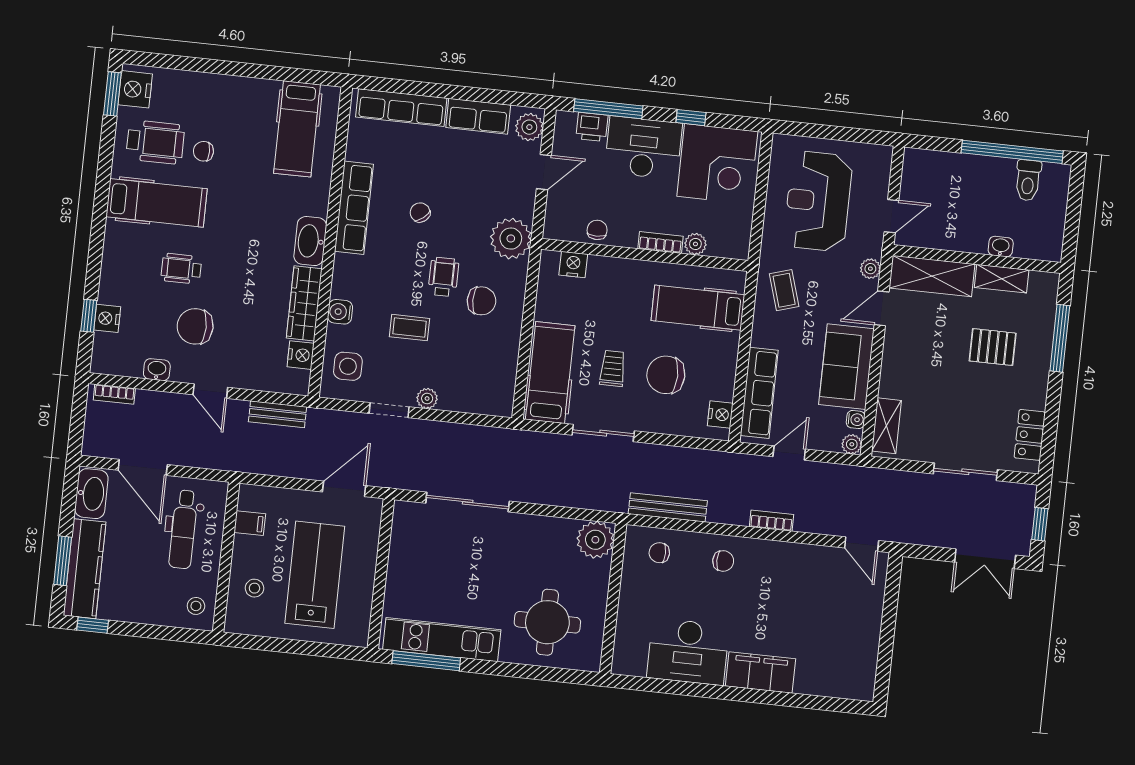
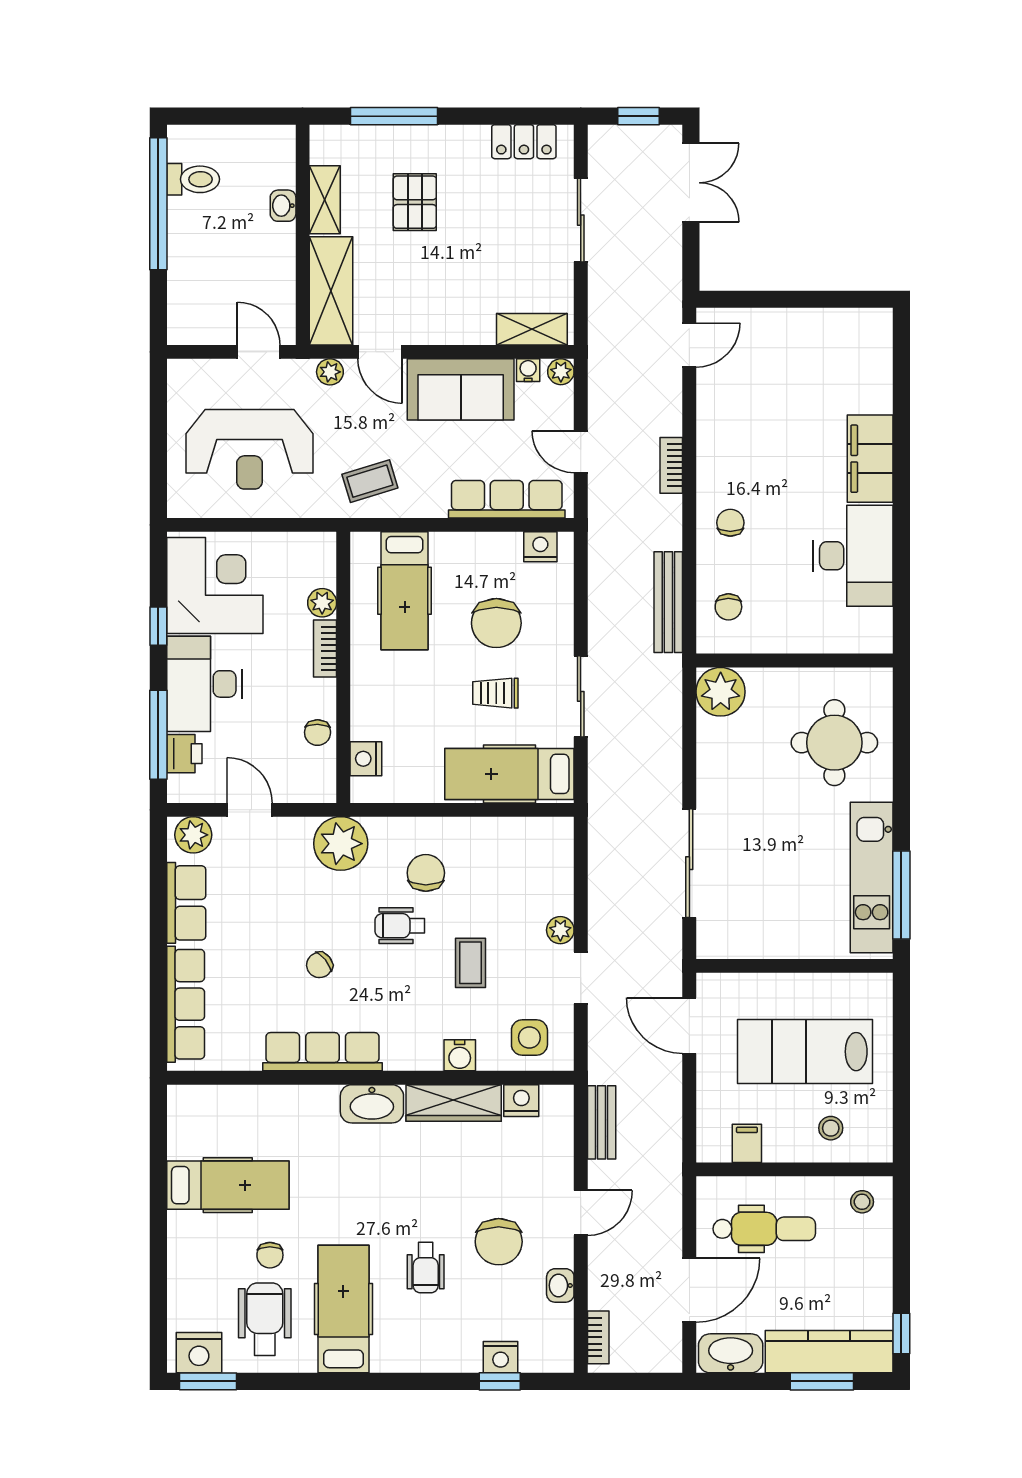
hospital bed: (297, 129) -> (228, 1185), moved
chair: (597, 230) -> (318, 733), turned -89

